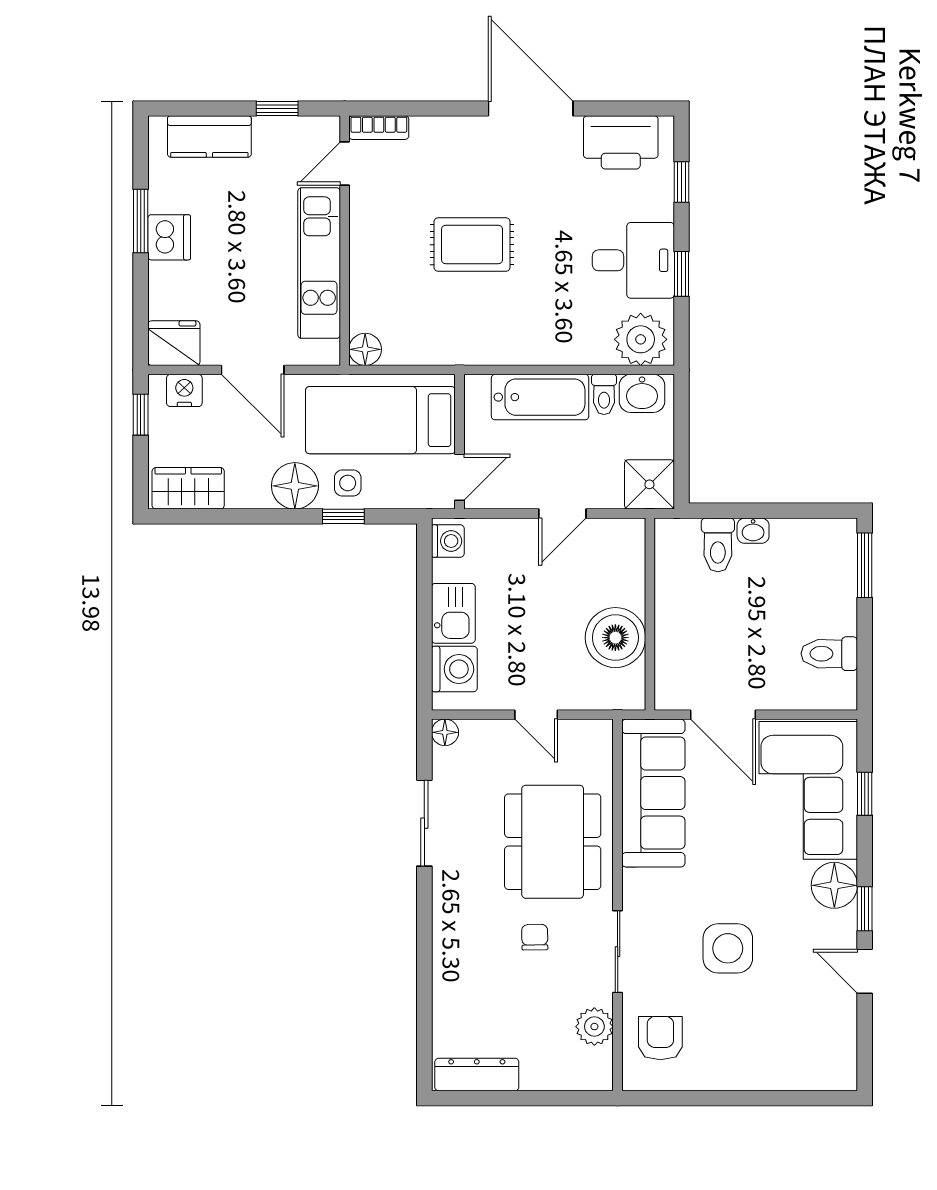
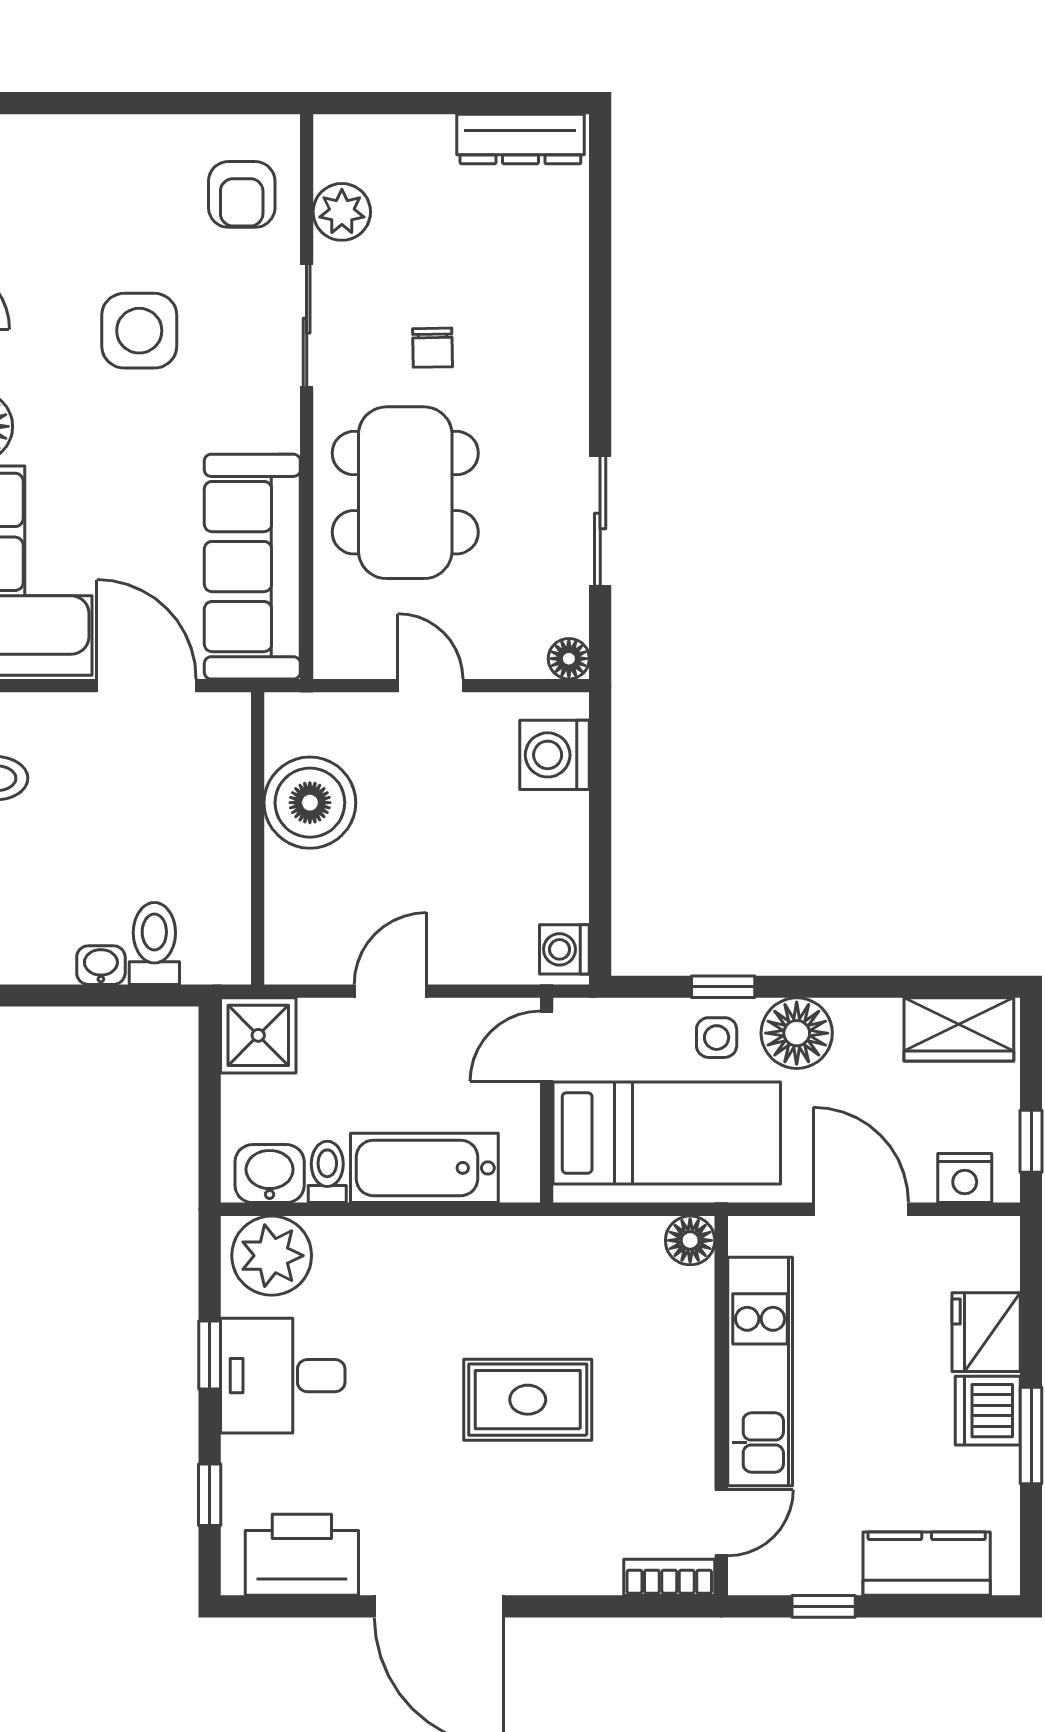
fridge: (174, 343) -> (986, 1332), moved, turned 90
kitchen sink: (453, 613) -> (556, 840), removed

